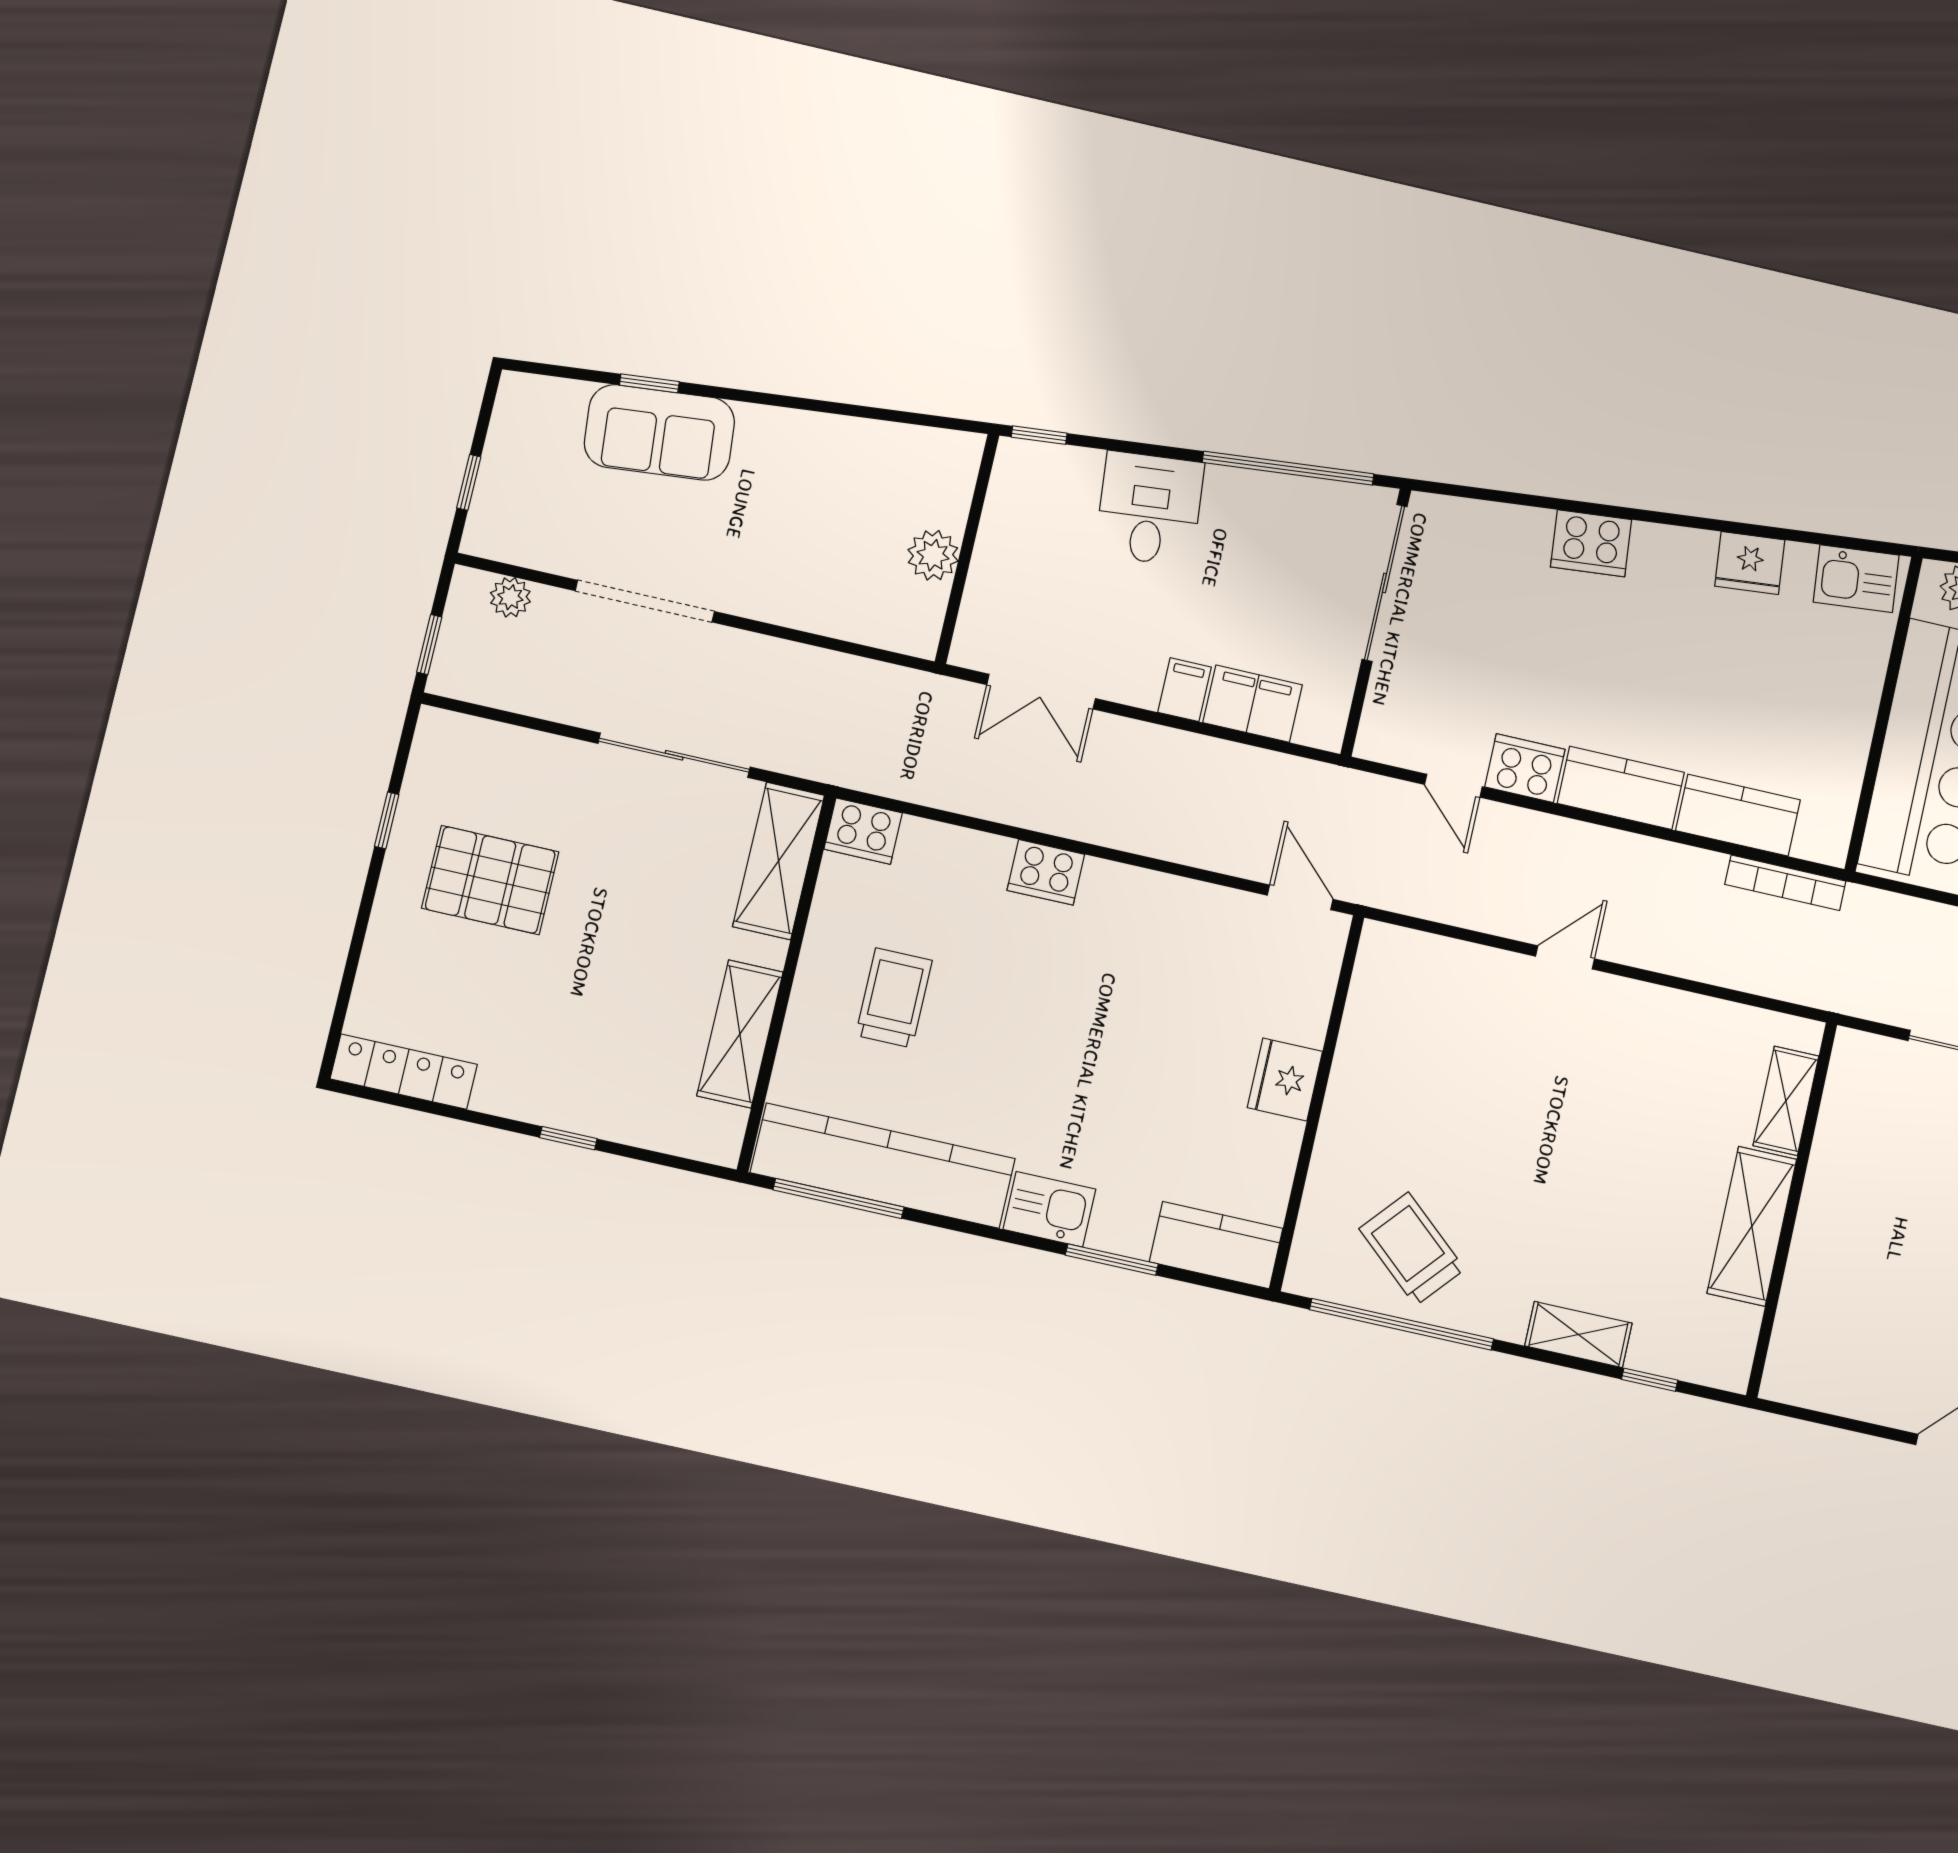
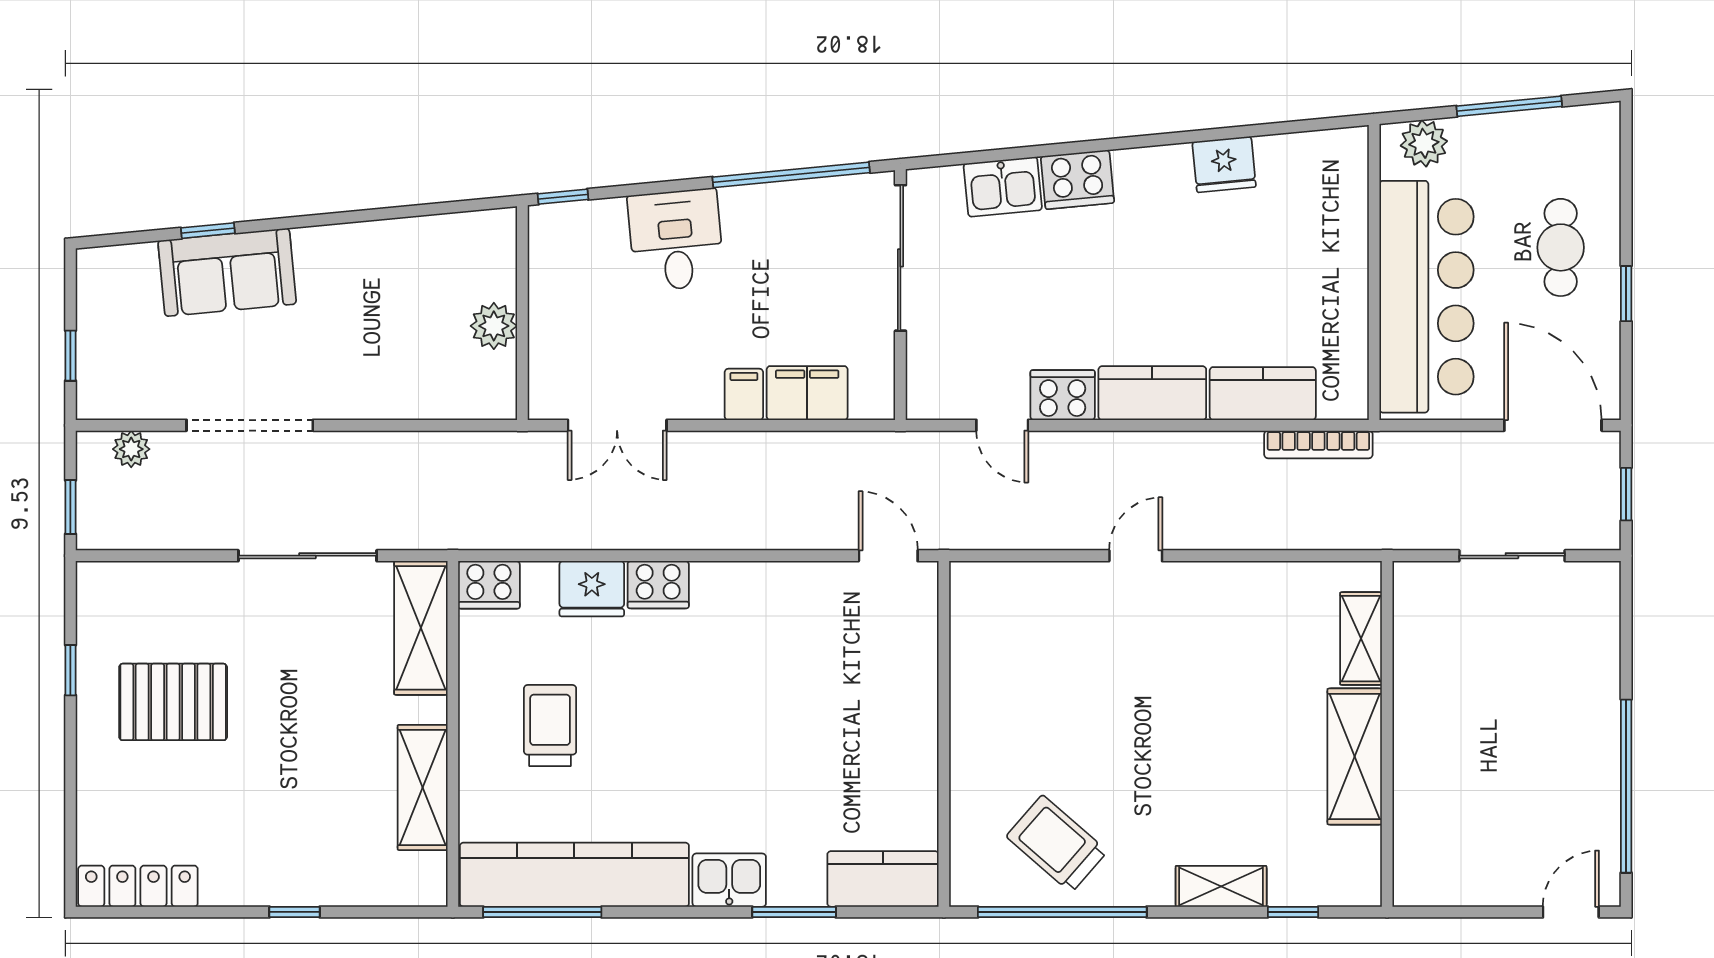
kitchen sink: (1856, 579) -> (1003, 187), moved
fridge: (1285, 1079) -> (592, 589), moved, turned -90

